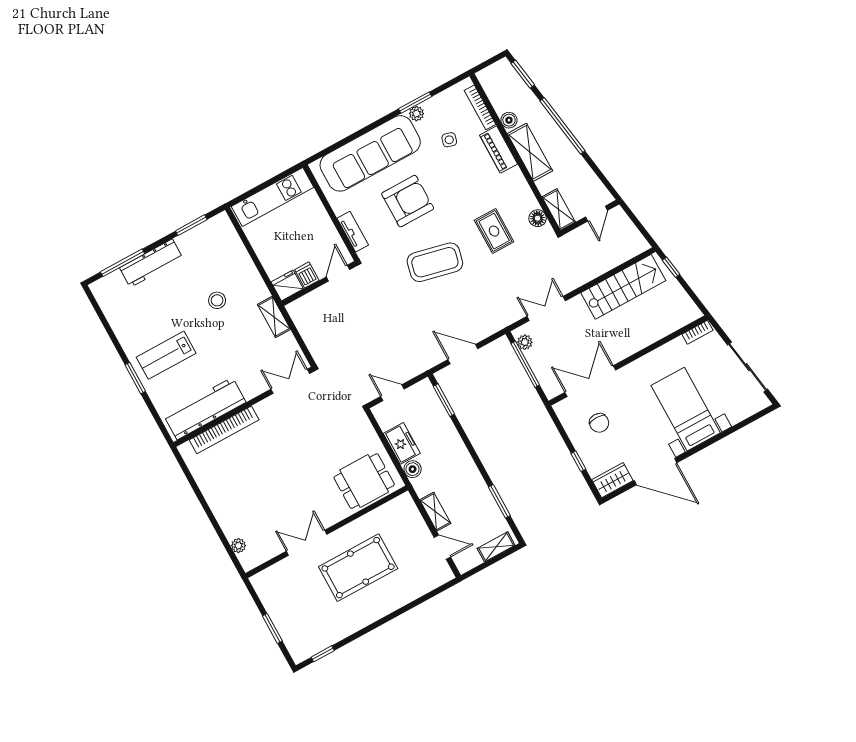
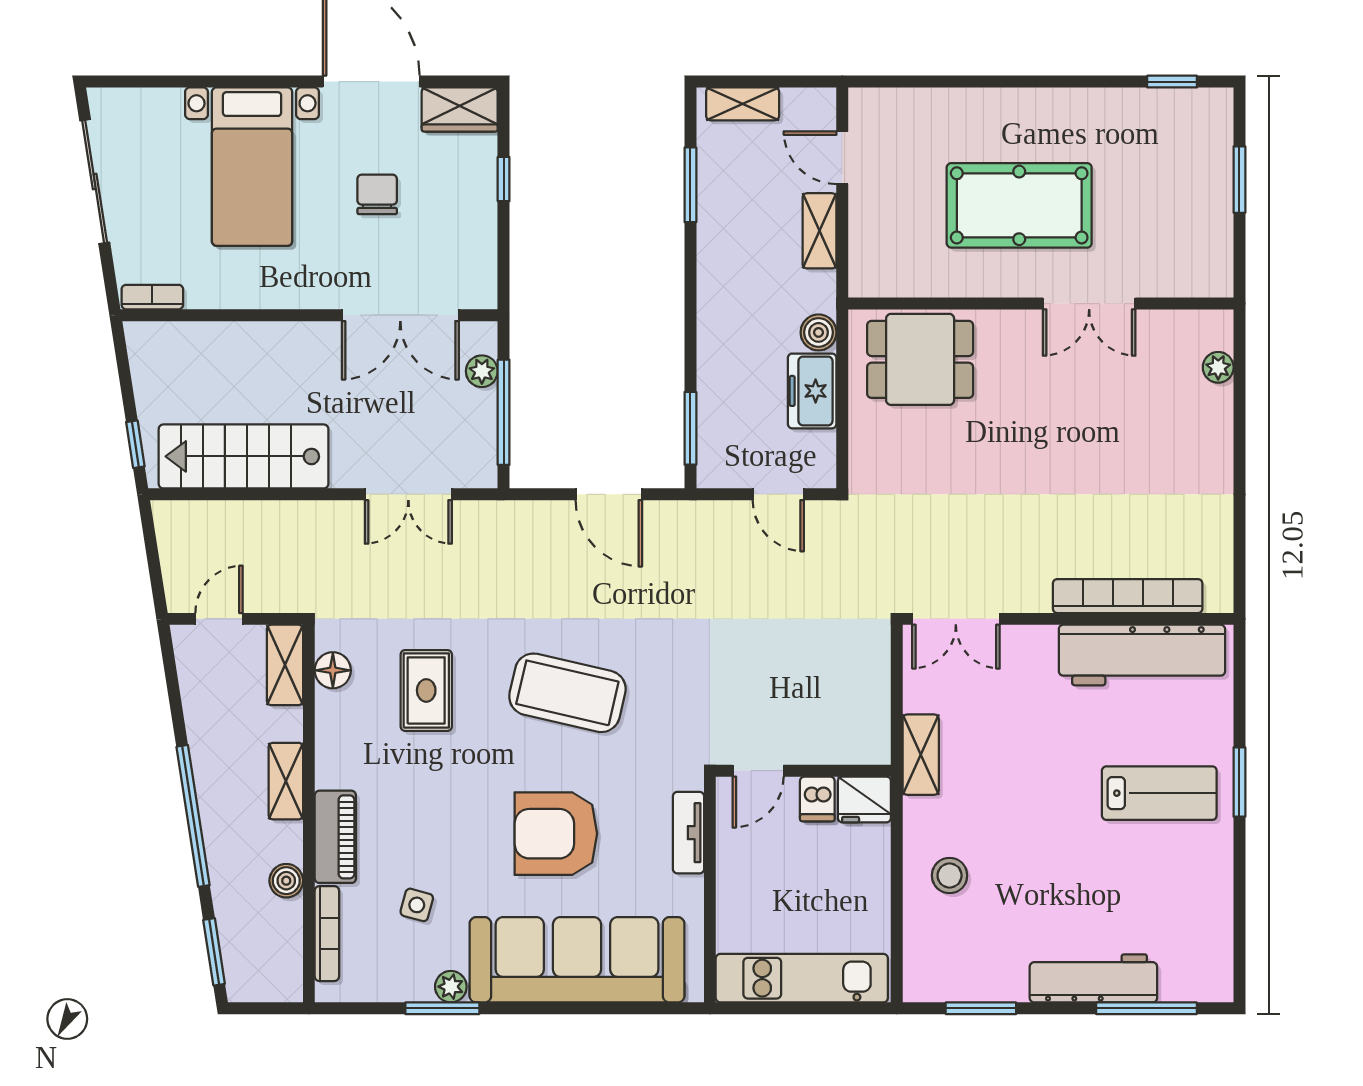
shelving: (530, 152) -> (286, 781), width x0.67, depth x0.75
stool: (217, 300) -> (950, 876), moved
plant: (525, 342) -> (482, 371), moved
chair: (599, 423) -> (377, 194), moved

